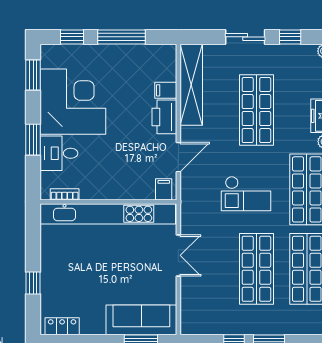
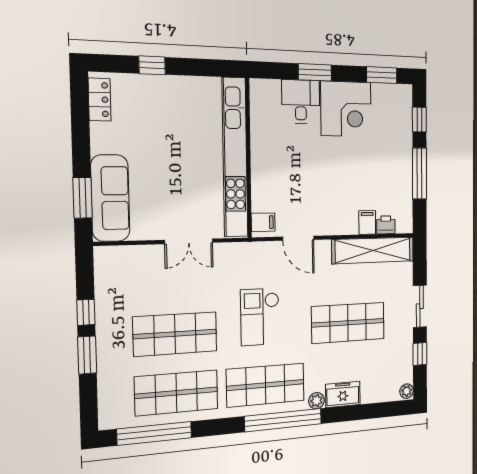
corner desk: (73, 102) -> (346, 109), width x0.74, depth x0.74
printer: (164, 117) -> (386, 225), moved, width x0.53, depth x0.68
bookcase: (65, 194) -> (256, 107), removed

